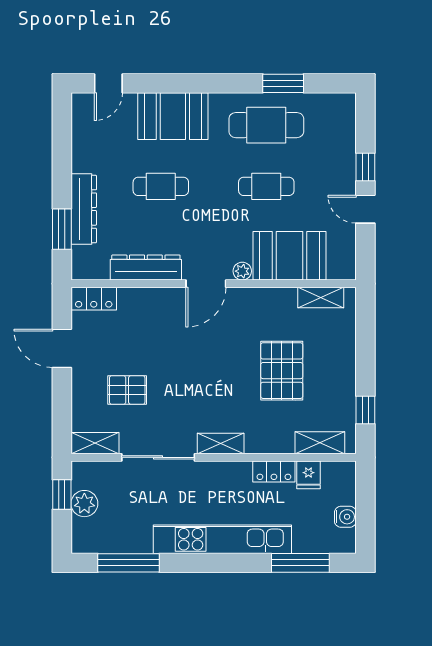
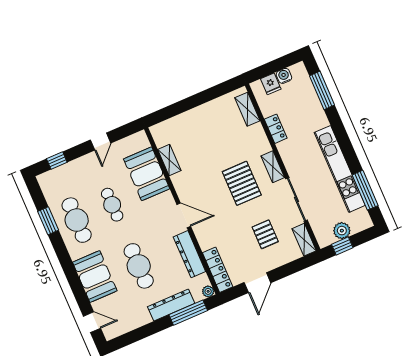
window: (365, 167) -> (57, 160), moved
cafe table: (161, 186) -> (139, 266), width x1.37, depth x1.35
window: (62, 229) -> (188, 313), width x1.44
plant: (242, 271) -> (208, 291), moved
shelving: (321, 297) -> (169, 160), moved
locker: (94, 299) -> (218, 270), width x1.53
pallet: (282, 371) -> (242, 183), moved, turned 90
window: (365, 410) -> (217, 91), removed
fridge: (308, 475) -> (271, 84), moved, turned 90
kitchen unit: (222, 539) -> (340, 169), moved

